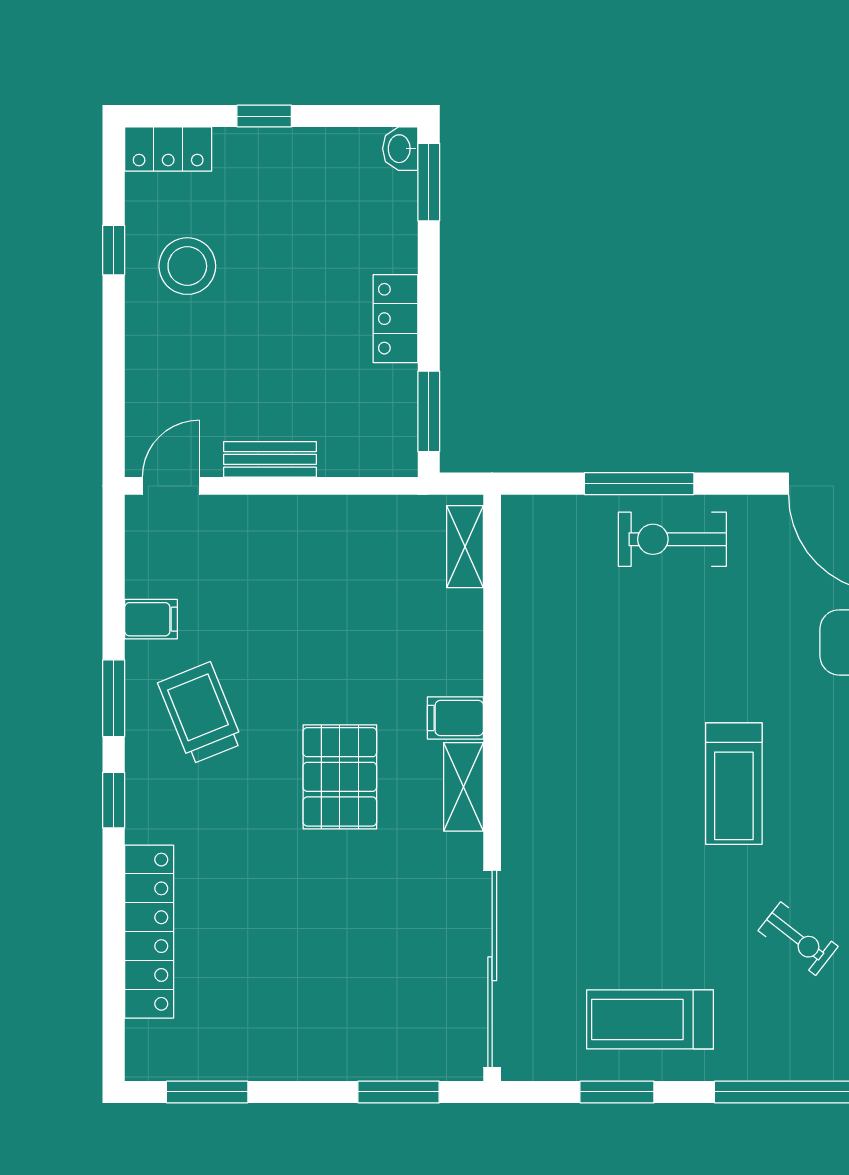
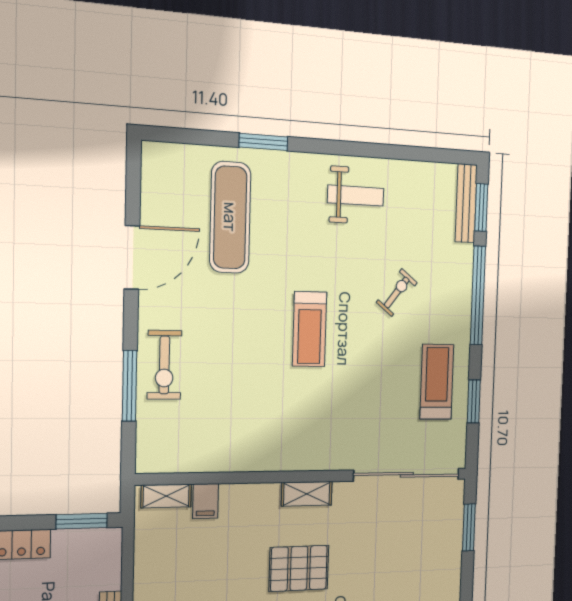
filing cabinet: (455, 718) -> (205, 501), moved
treadmill: (734, 784) -> (310, 329), turned 90
treadmill: (650, 1019) -> (437, 382), turned 180

